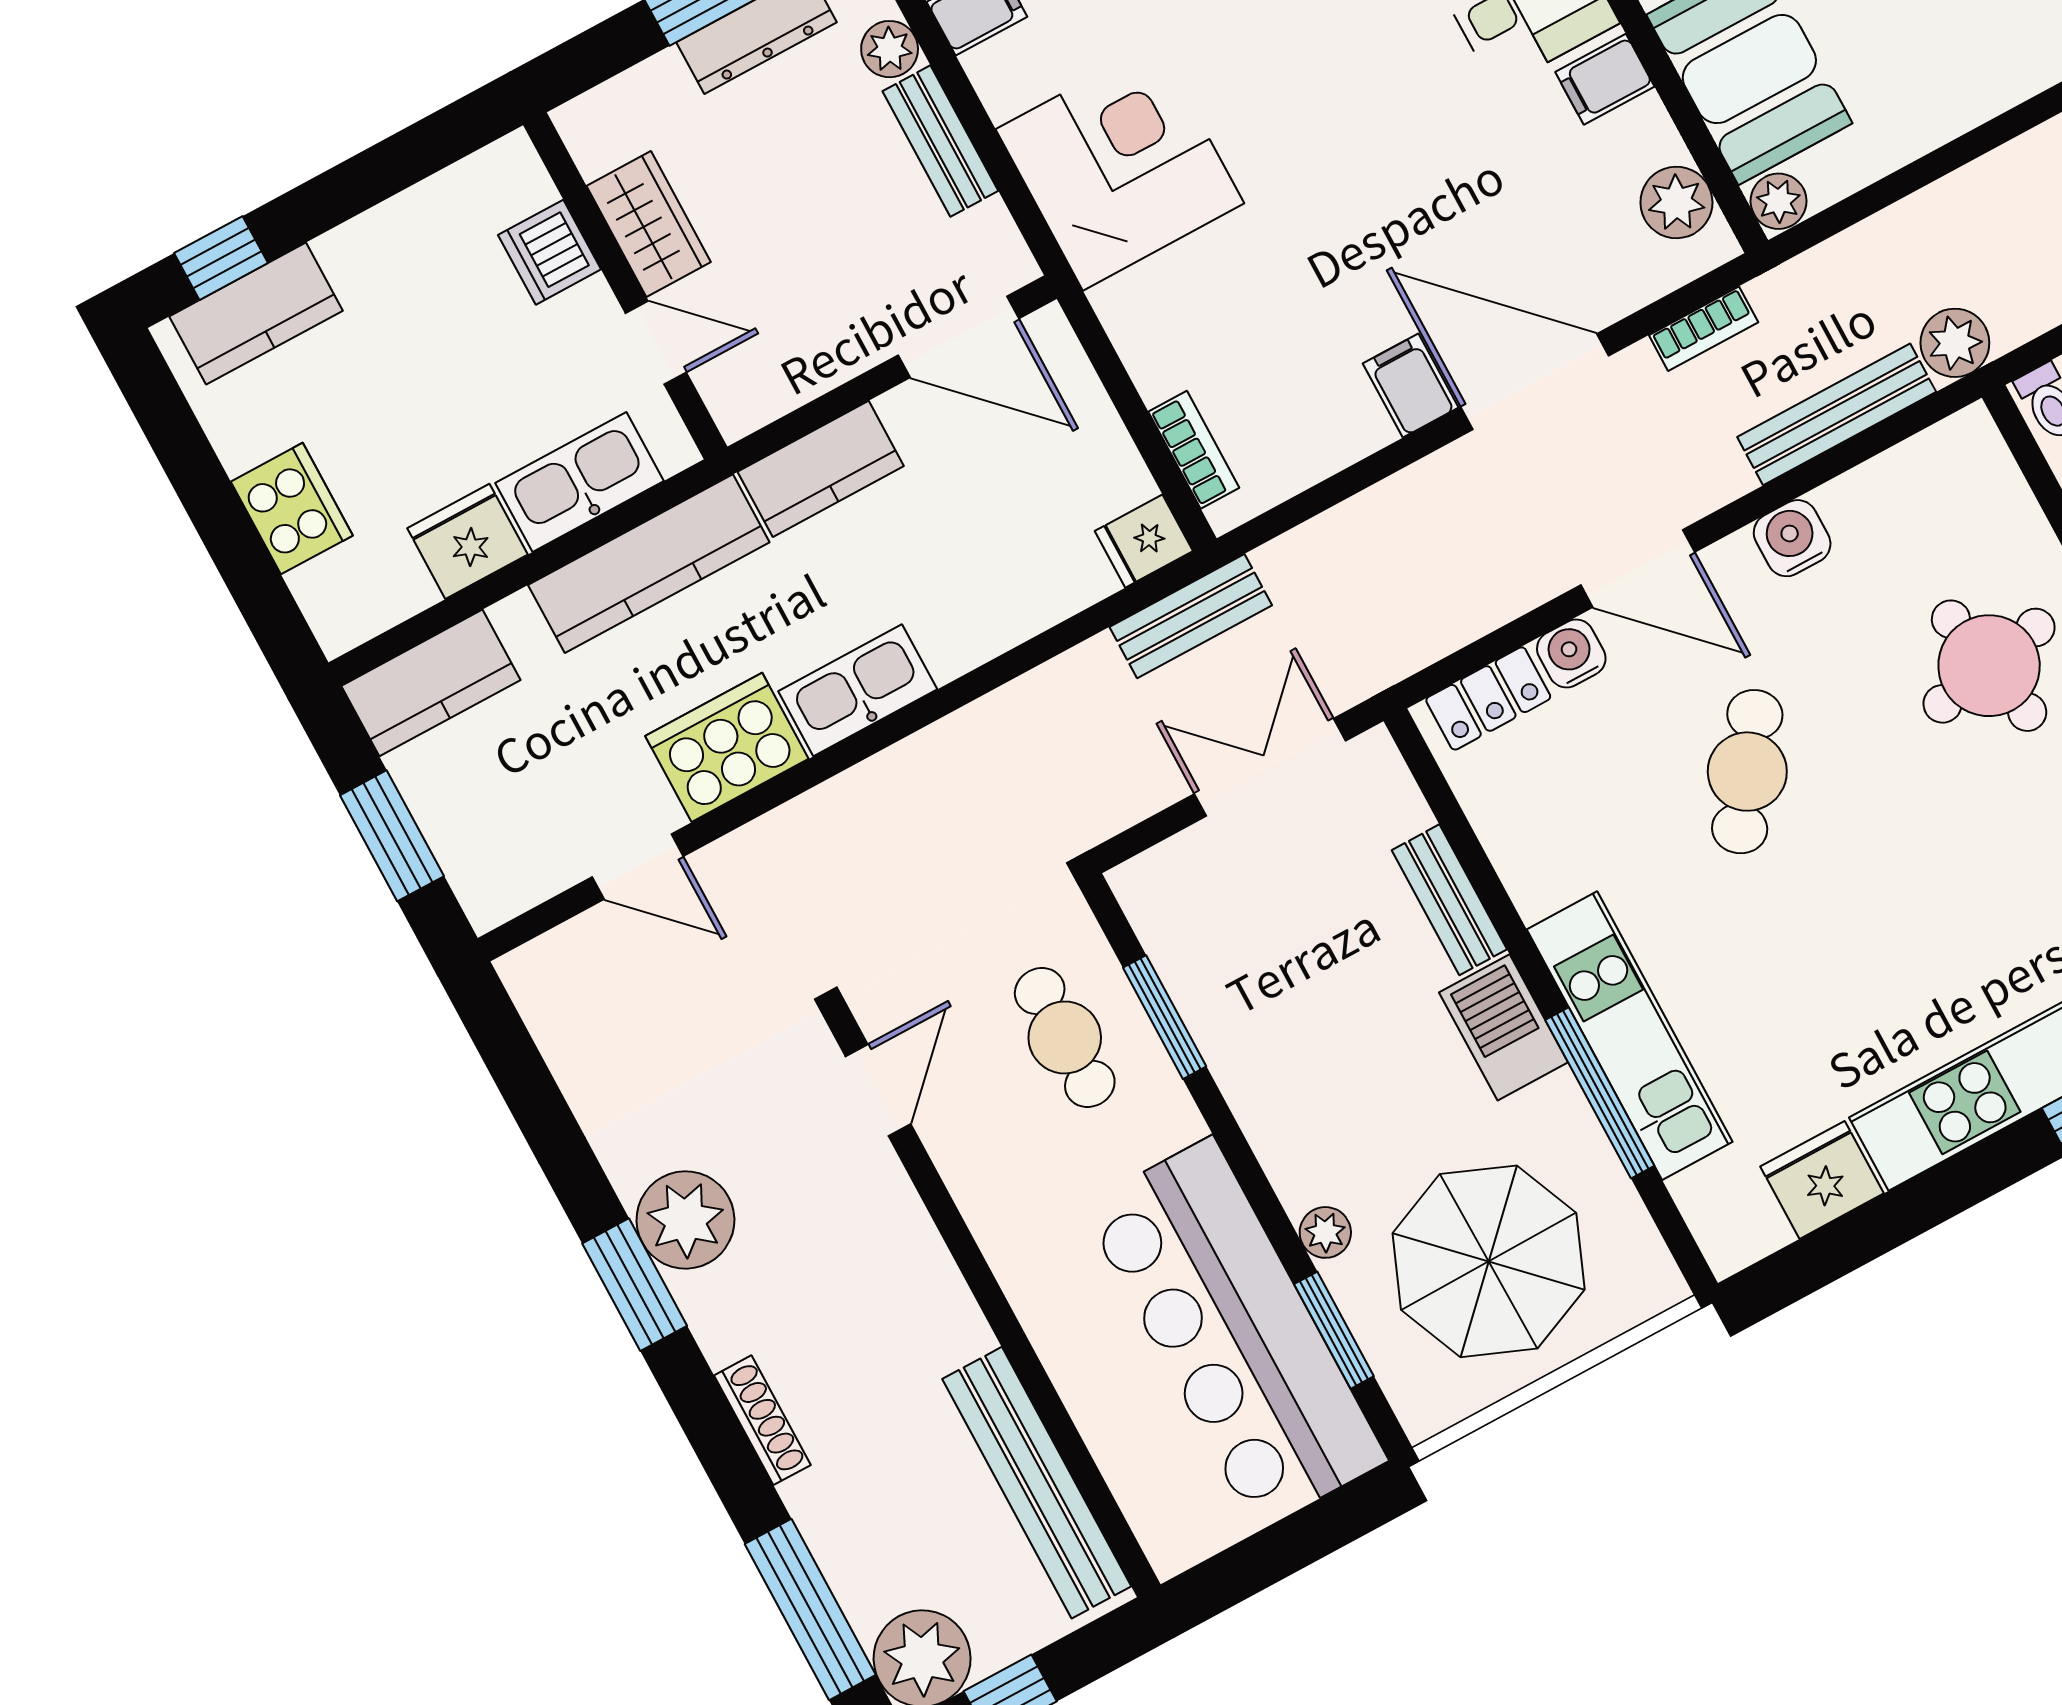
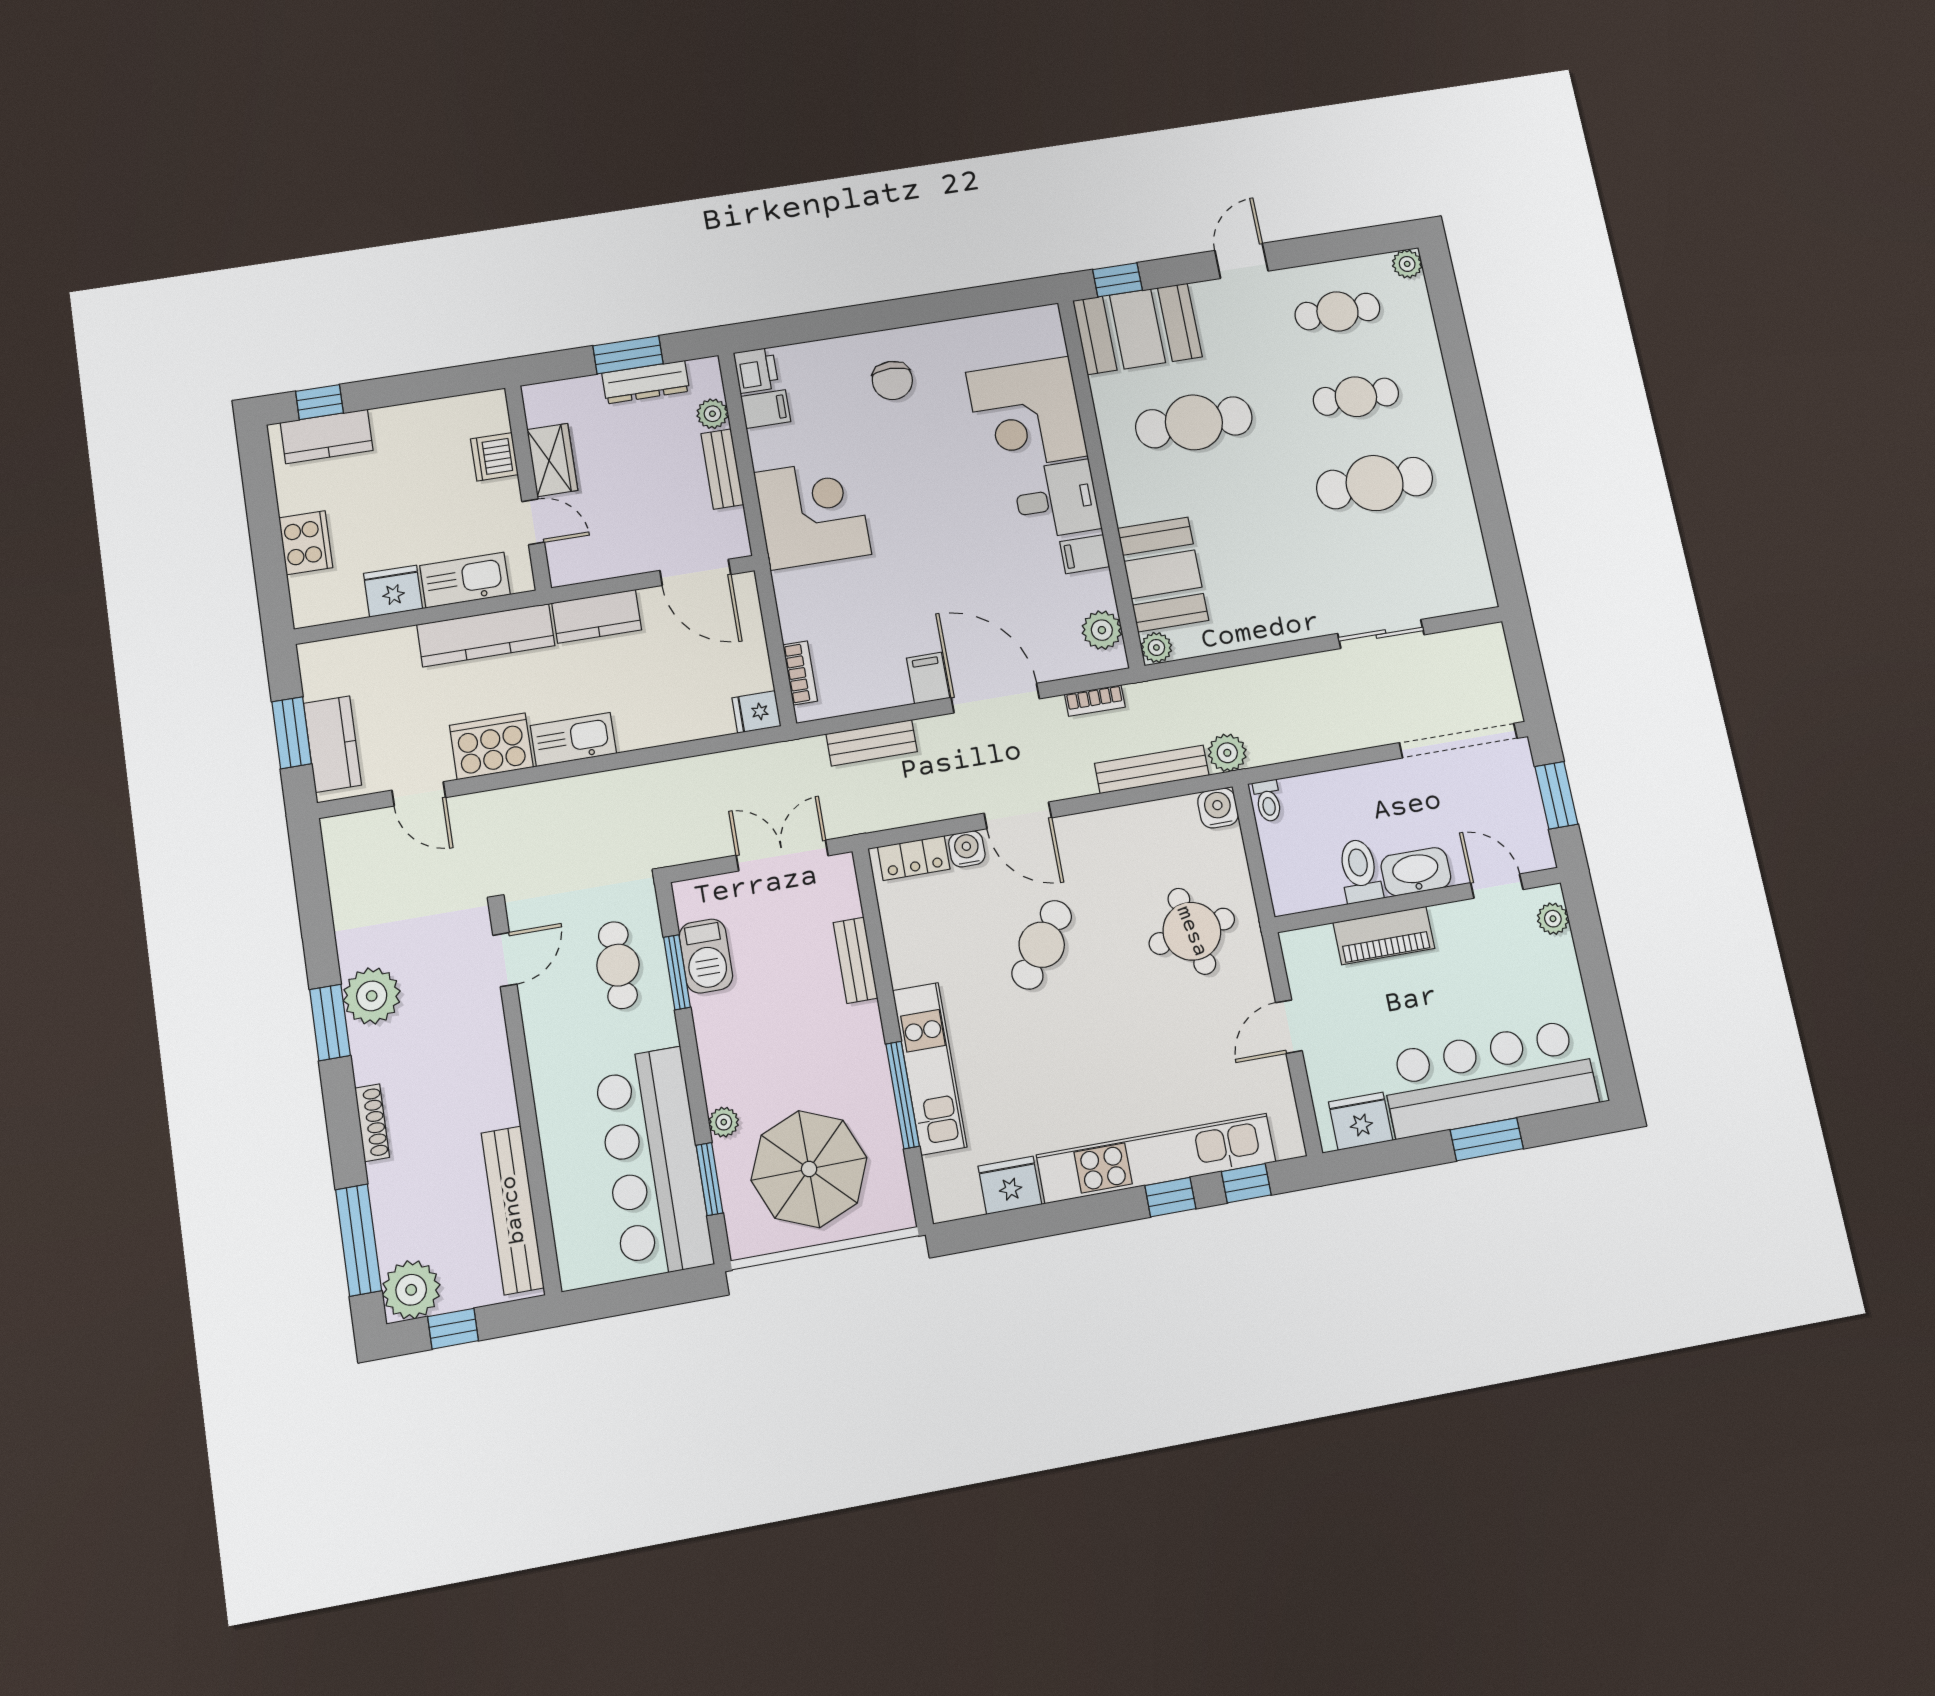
water cooler: (1792, 538) -> (1218, 808), moved
bench: (1191, 616) -> (872, 743), moved
kitchen counter: (431, 683) -> (333, 744), moved, turned -90
barbecue: (1504, 1027) -> (706, 956), moved, turned 180

